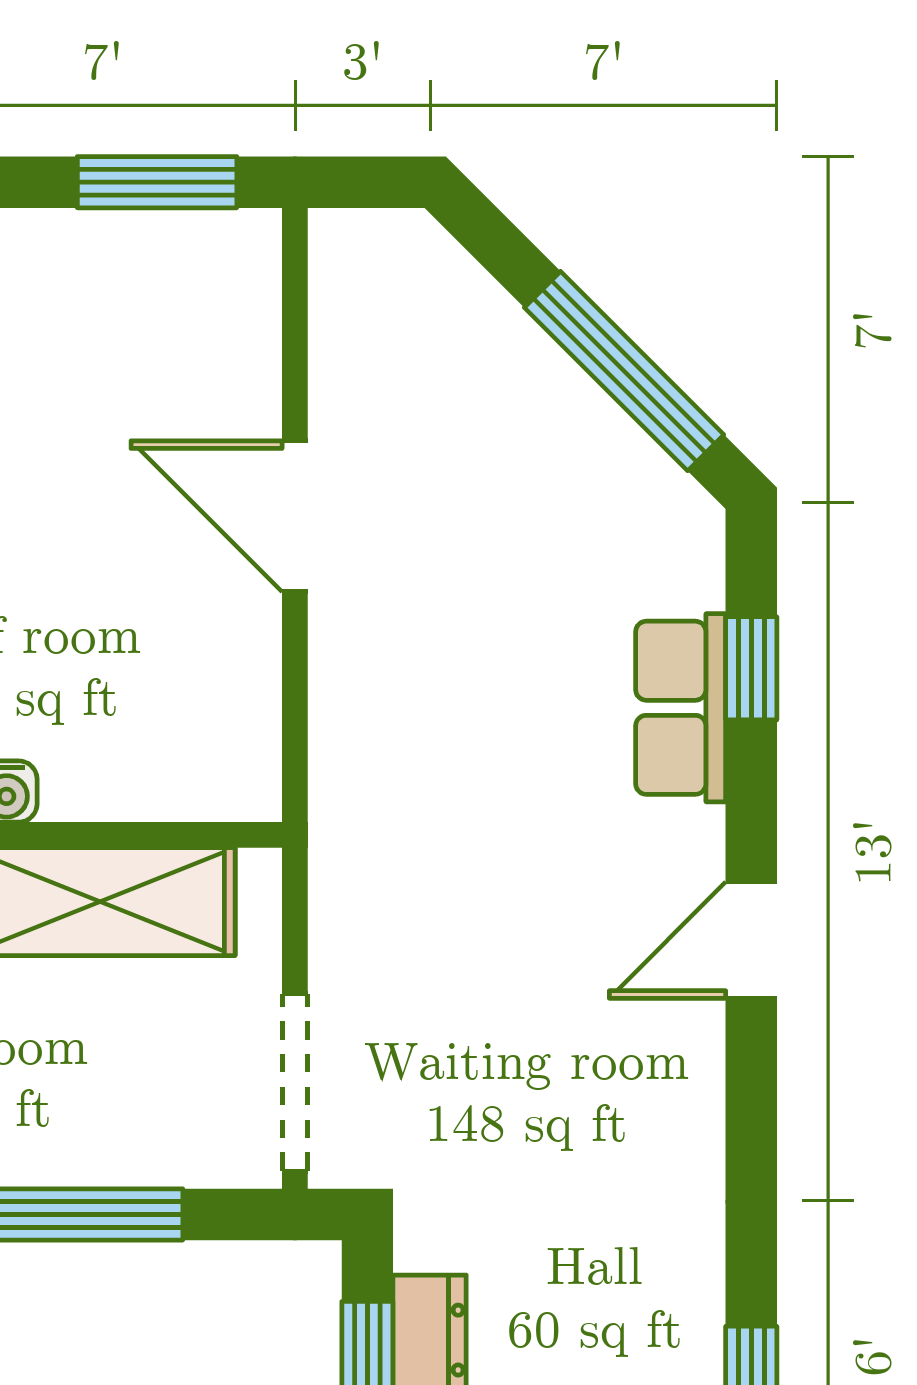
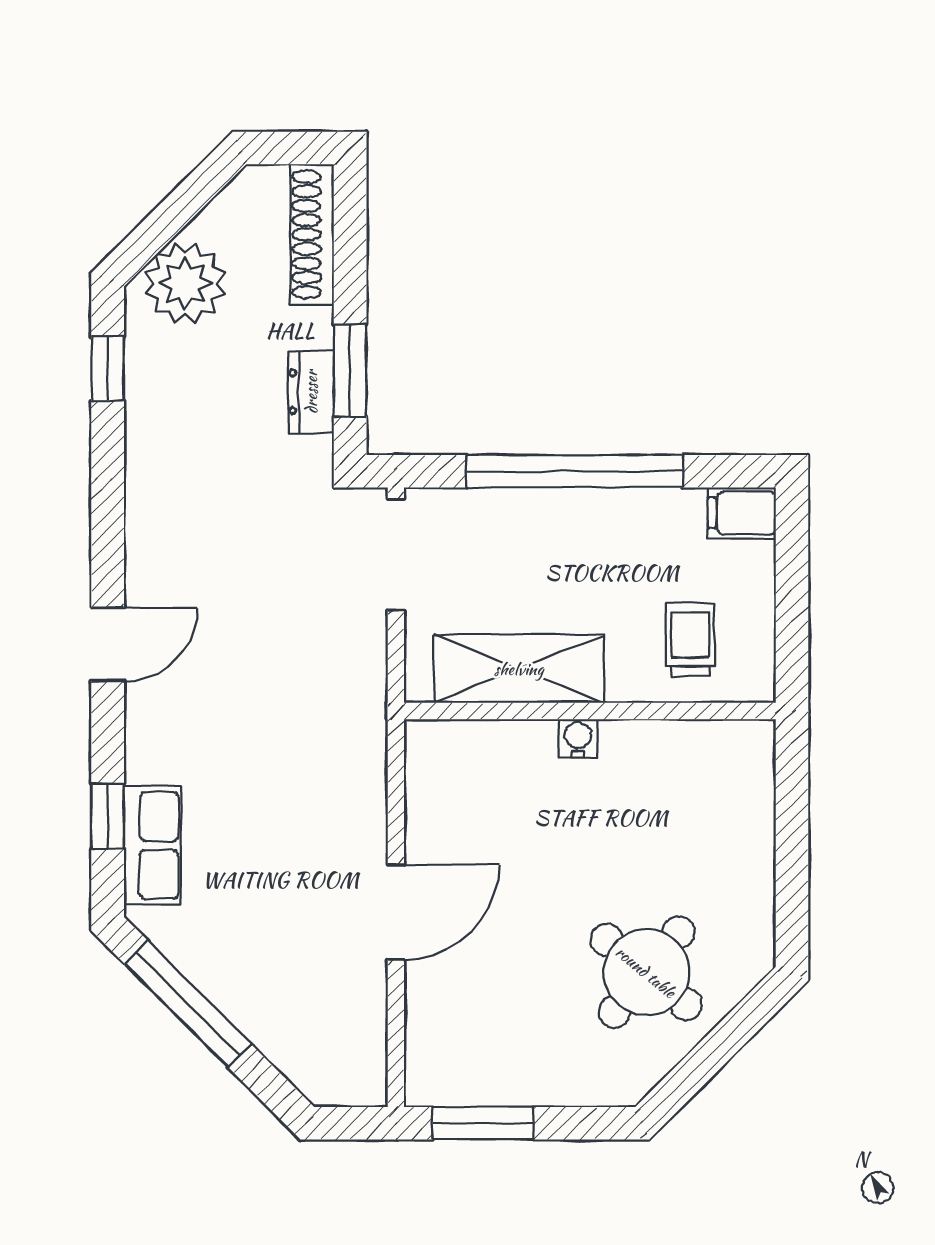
door: (295, 516) -> (396, 912), hinge flipped
row of seats: (681, 708) -> (152, 846), moved

